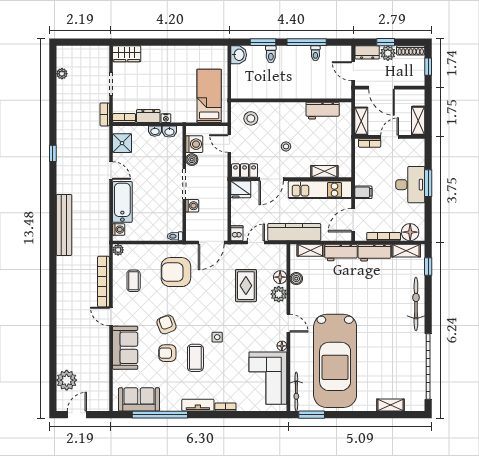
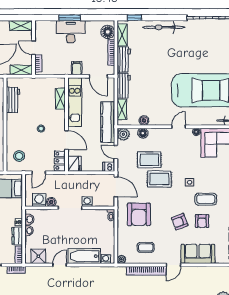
plant: (279, 294) -> (123, 134), moved
rug: (221, 298) -> (159, 179), added

